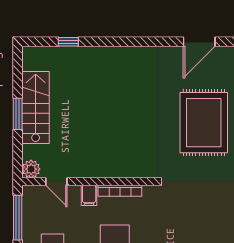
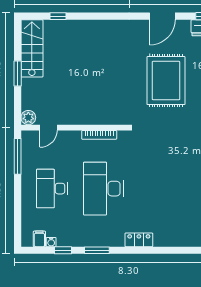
stairs: (36, 107) -> (32, 48), moved
door: (56, 182) -> (48, 128), hinge flipped
filing cabinet: (89, 195) -> (75, 139), removed

